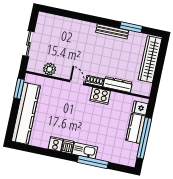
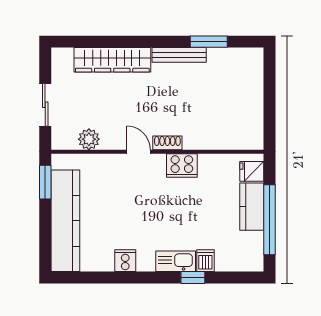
wardrobe: (150, 59) -> (112, 60), moved, turned -90
dresser: (118, 85) -> (207, 141), removed
dishwasher: (67, 147) -> (205, 261), moved
window: (93, 162) -> (193, 277), width x0.46

